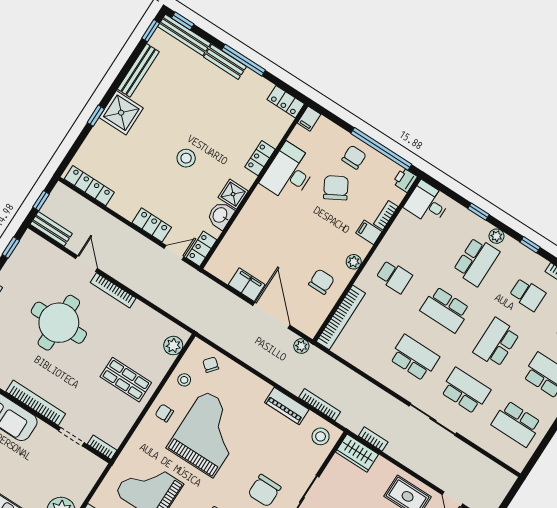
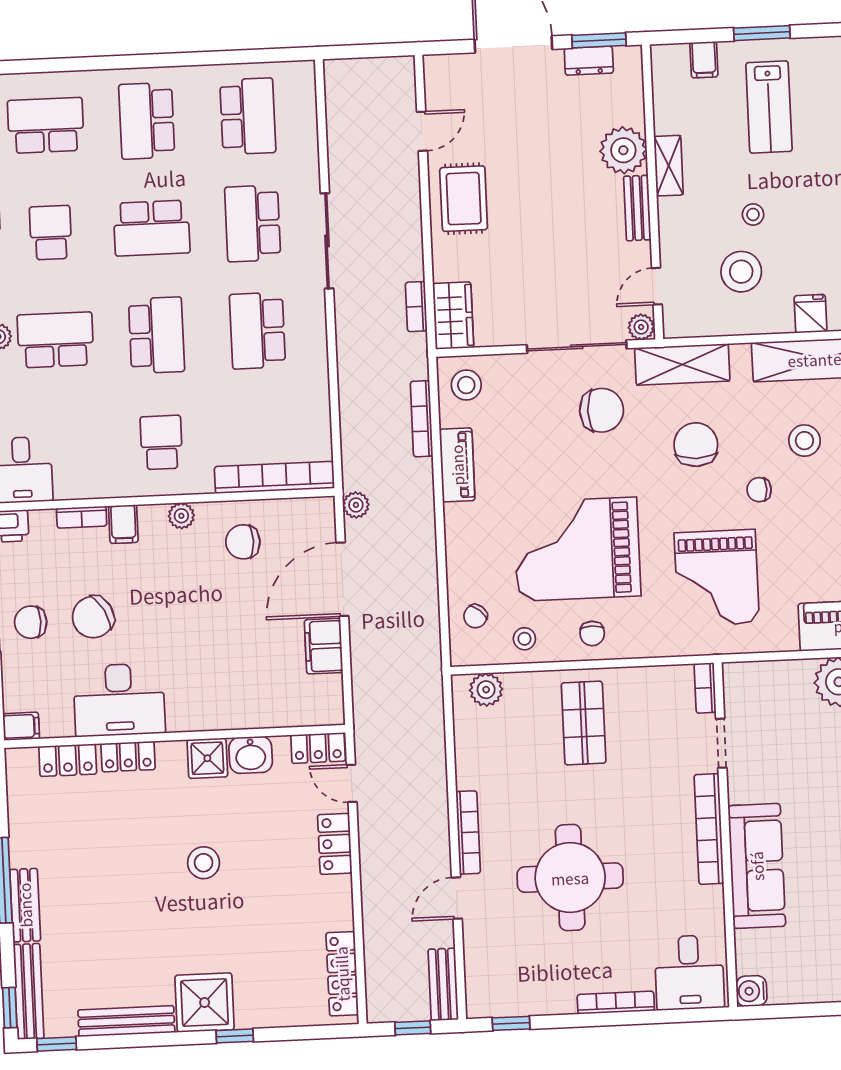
locker: (286, 102) -> (68, 760), moved, turned 90

